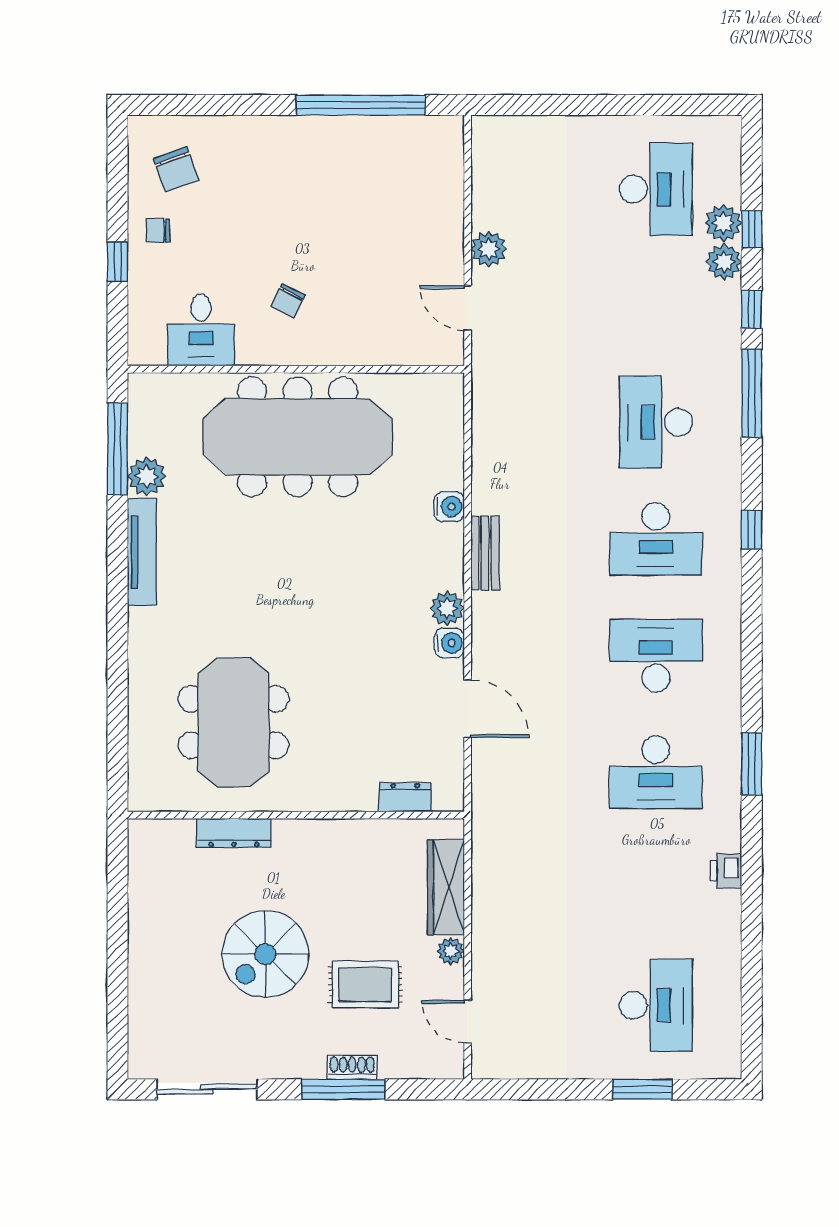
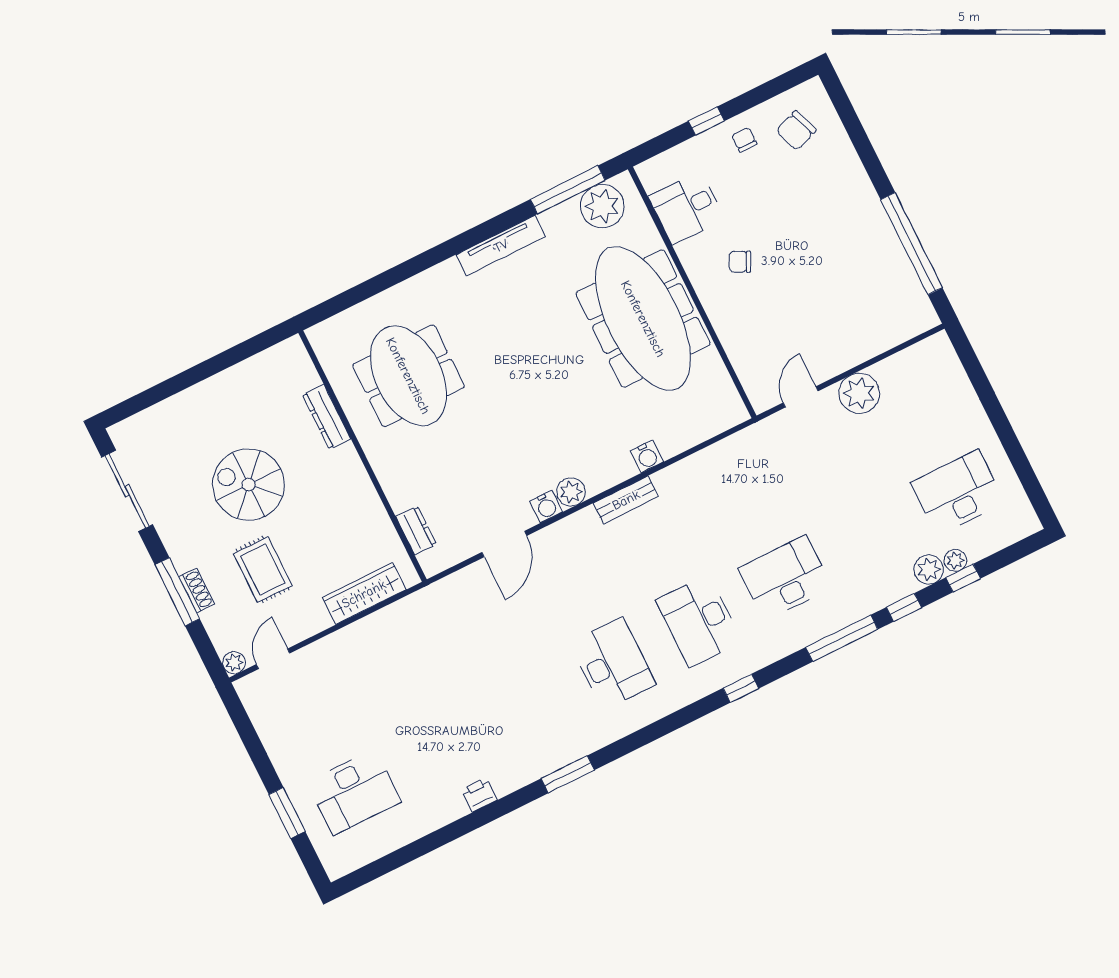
desk: (656, 189) -> (958, 492), turned 180
plant: (723, 223) -> (955, 560), width x0.73, depth x0.73
plant: (489, 249) -> (859, 393), width x1.36, depth x1.36
plant: (147, 476) -> (602, 206), moved, width x1.36, depth x1.36
meeting table: (233, 722) -> (408, 376), turned 90
desk: (656, 772) -> (527, 706), removed
plant: (451, 951) -> (234, 663), moved

